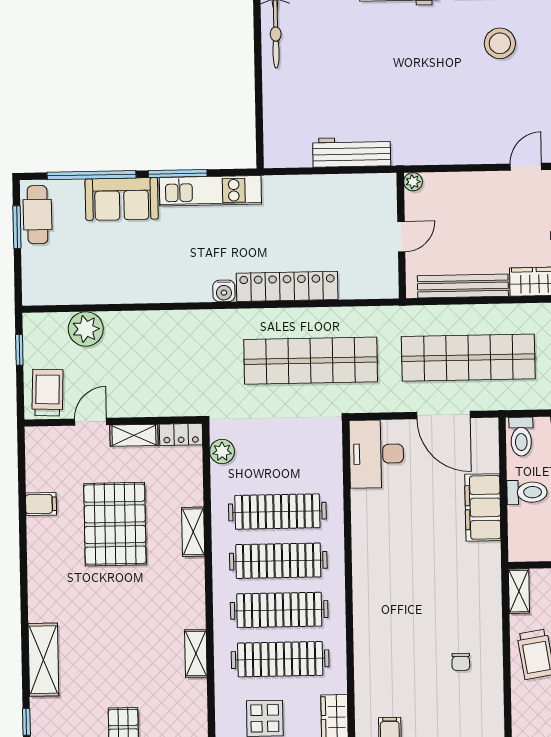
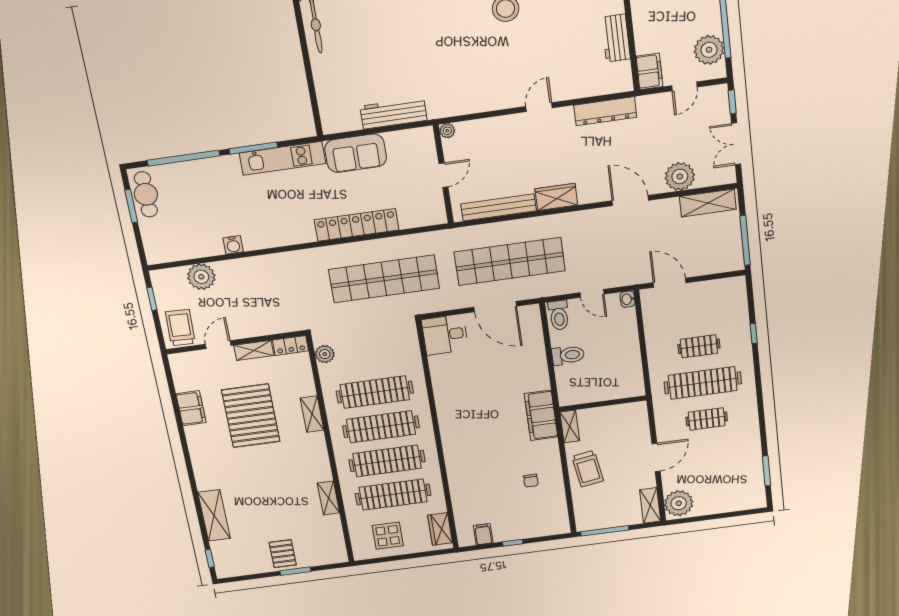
sofa: (122, 199) -> (356, 153), moved
water cooler: (224, 291) -> (233, 245), moved
desk: (376, 454) -> (445, 335), width x0.73
filing cabinet: (41, 504) -> (191, 408), width x2.00
filing cabinet: (483, 507) -> (541, 415), moved

